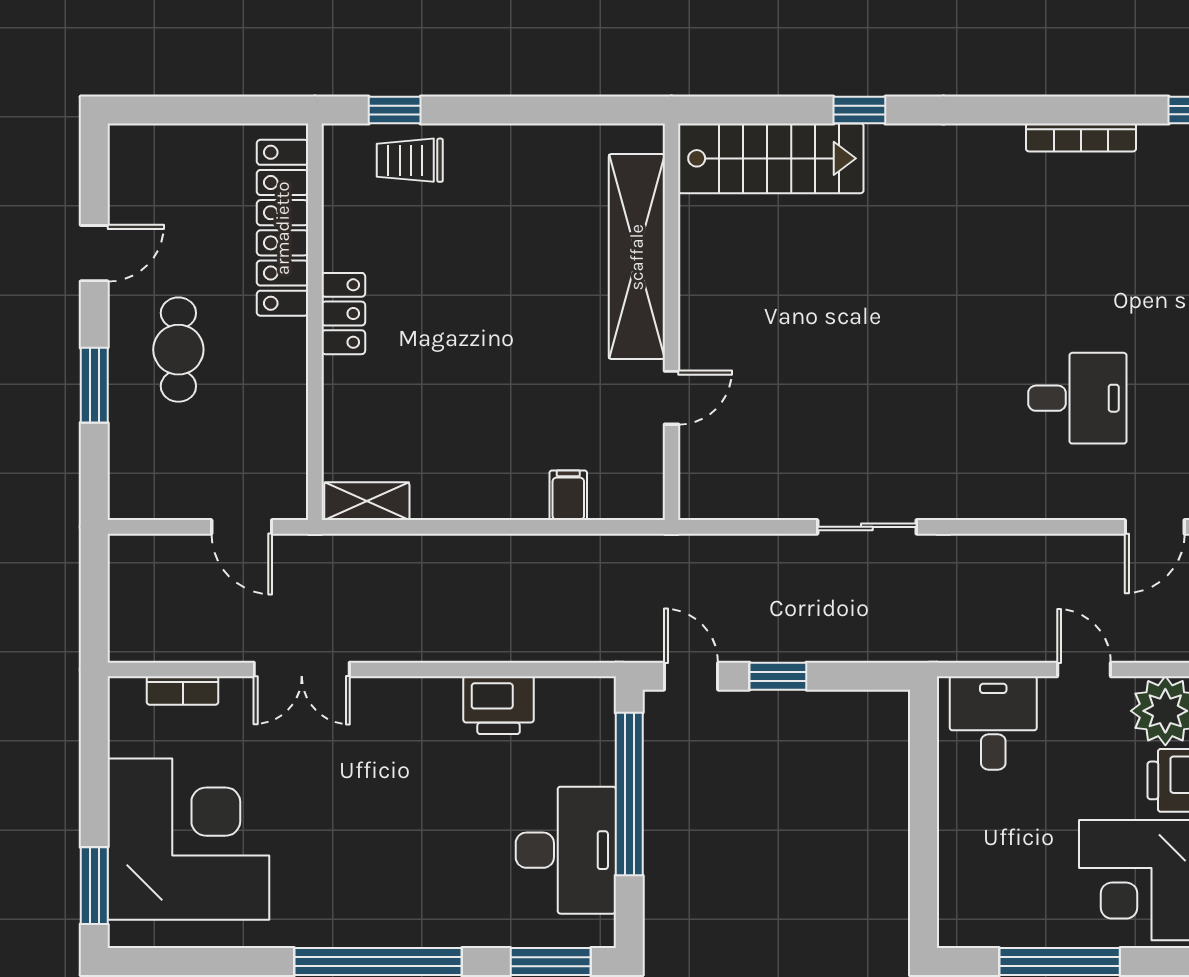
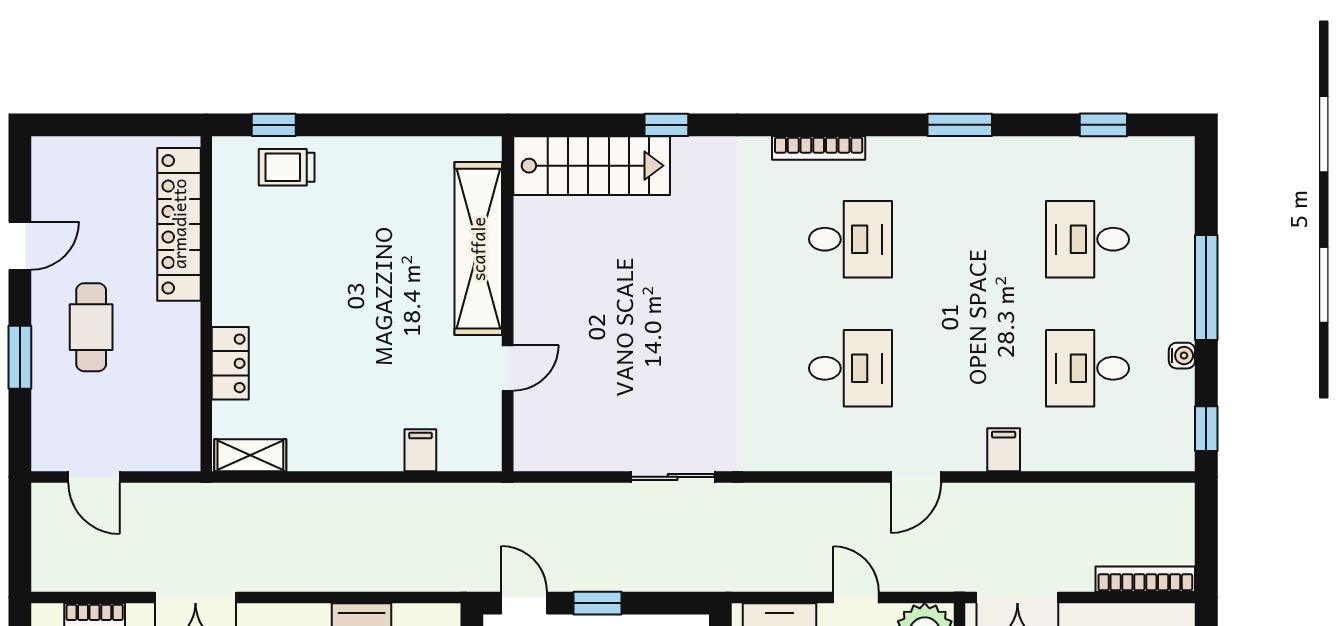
bookcase: (1081, 137) -> (819, 148), moved
desk: (1077, 245) -> (850, 239), added
locker: (343, 314) -> (230, 363), moved
door: (242, 527) -> (94, 477), moved

